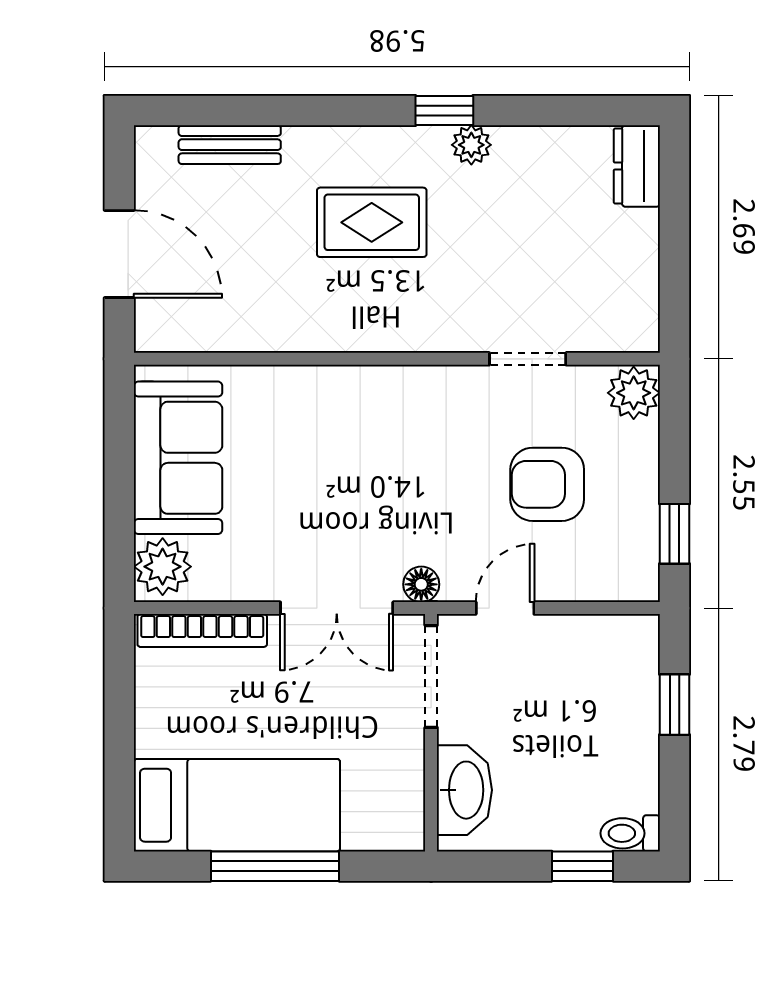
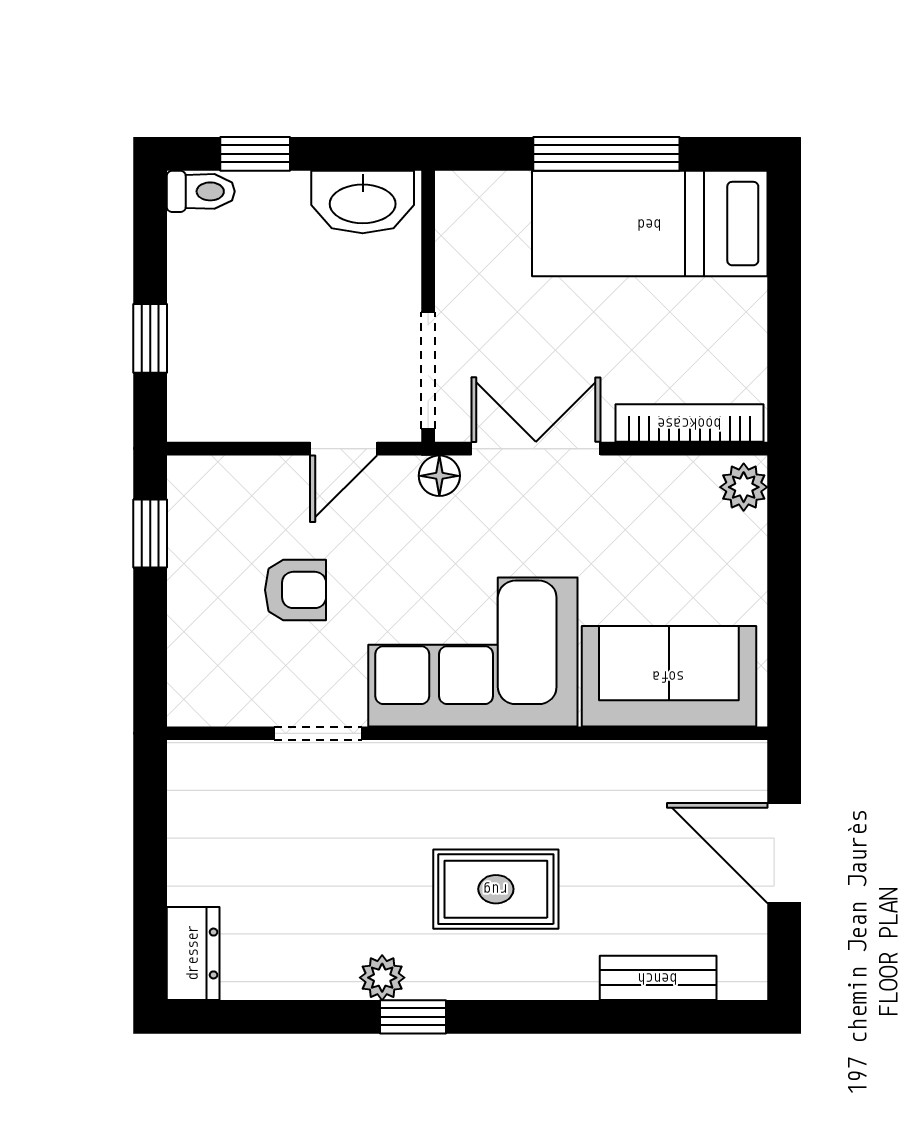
plant: (634, 393) -> (197, 694), removed
corner sofa: (392, 430) -> (473, 652), added
sofa: (178, 458) -> (669, 676), moved, turned 90
armchair: (547, 484) -> (296, 590), width x0.72, depth x0.72
plant: (163, 567) -> (744, 487), width x0.73, depth x0.73
washbasin: (464, 790) -> (363, 202), moved, turned -90

